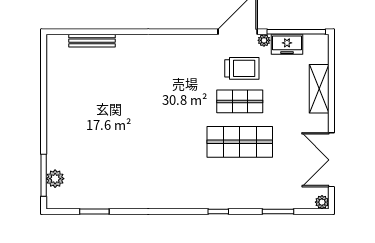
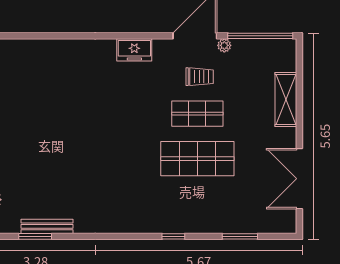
bench: (92, 41) -> (47, 226), moved
freezer: (287, 44) -> (134, 50), moved
trolley: (242, 68) -> (200, 77), width x0.73, depth x0.72
plant: (322, 202) -> (289, 226), removed

